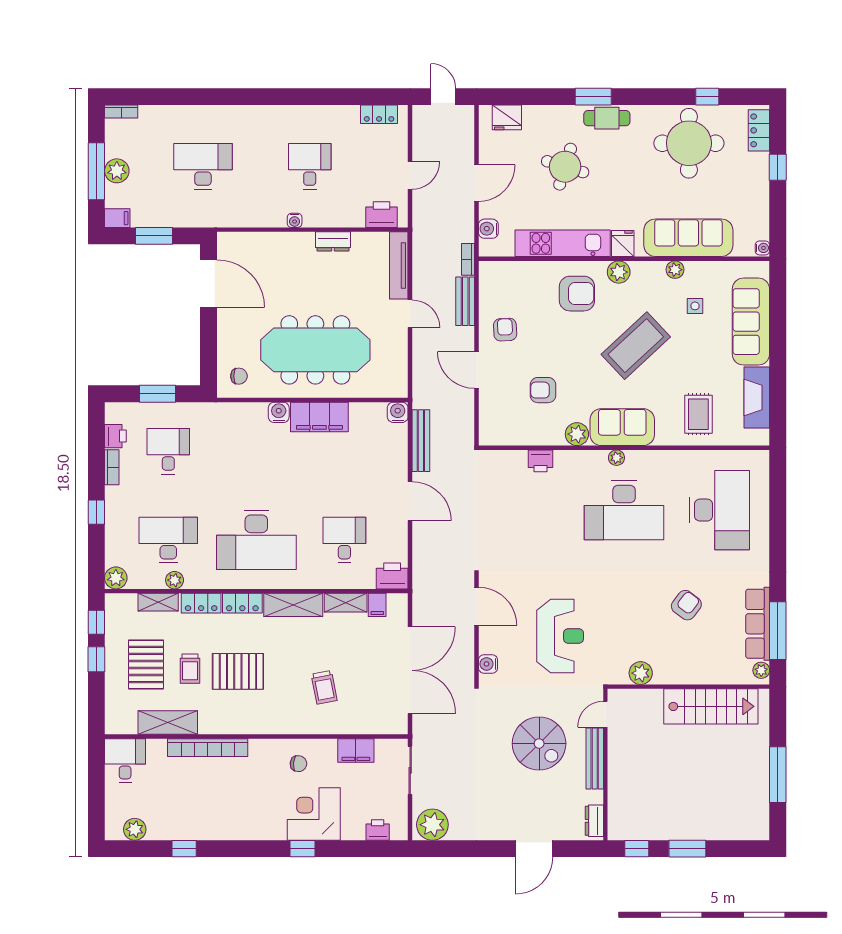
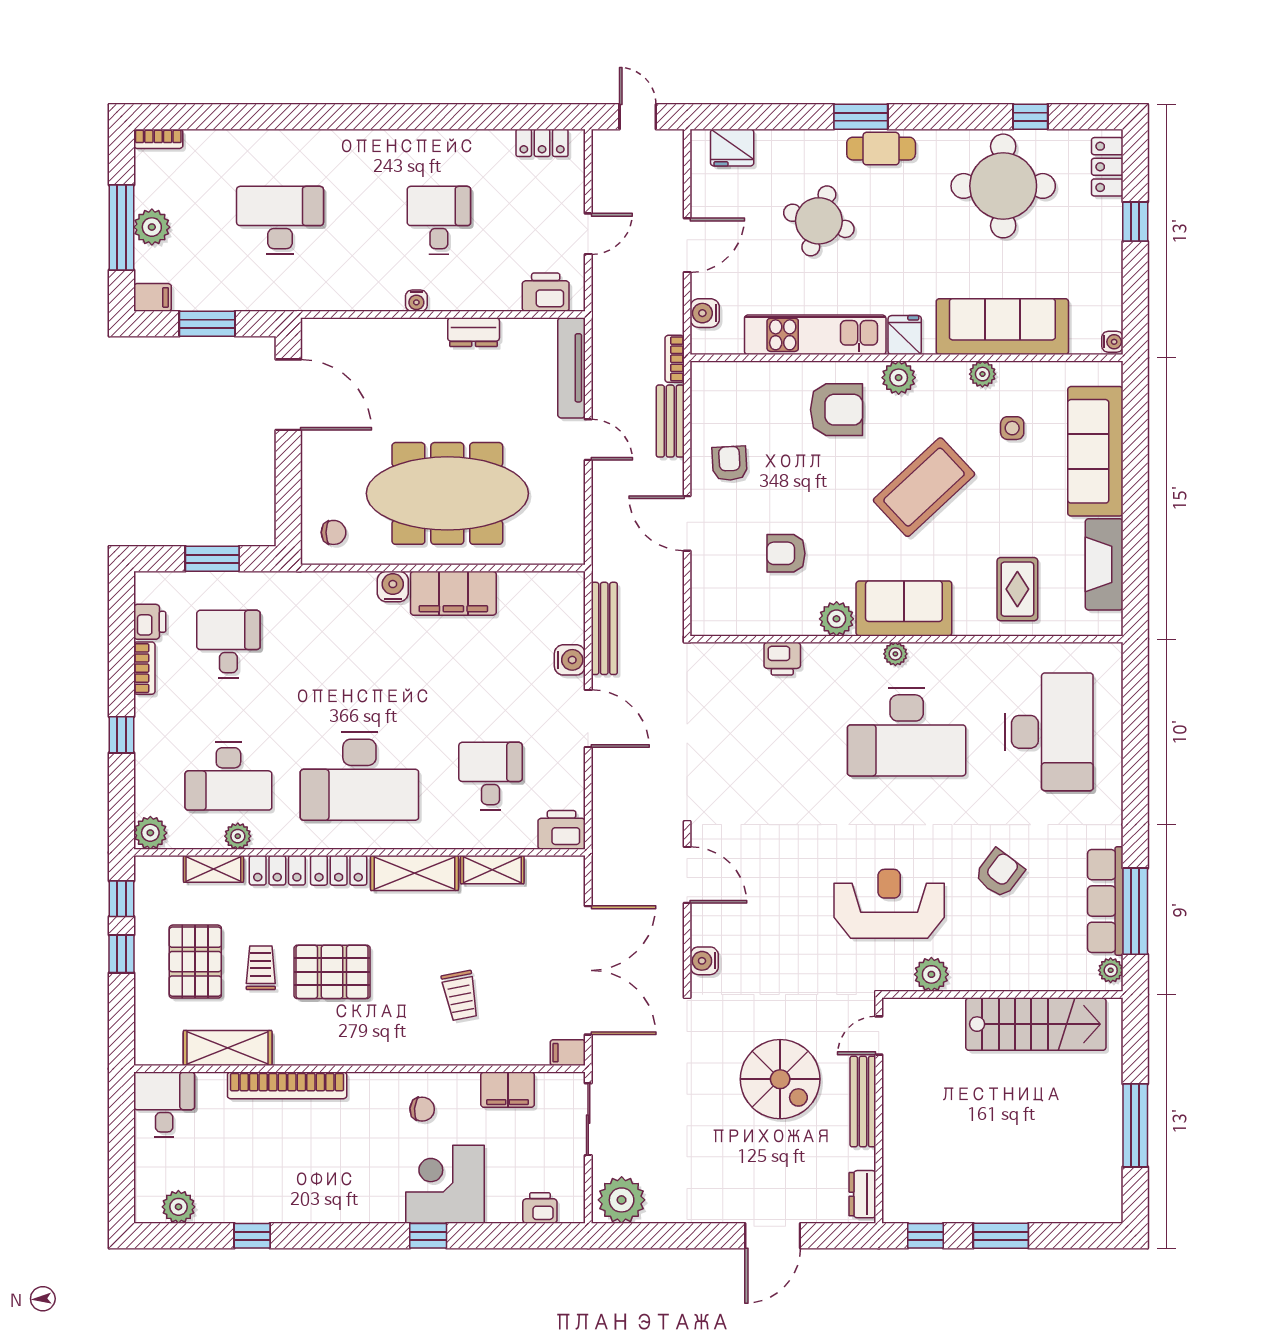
water cooler: (398, 412) -> (570, 660), moved, turned 90
desk: (168, 540) -> (228, 776), turned 180
filing cabinet: (377, 605) -> (568, 1053), moved, turned 90
reception desk: (560, 636) -> (889, 904), moved, turned -90
trolley: (190, 669) -> (261, 968), turned 180

